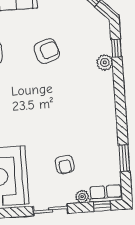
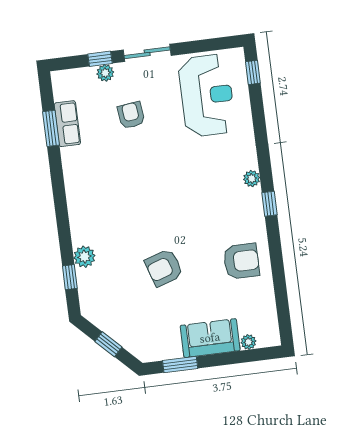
row of seats: (106, 193) -> (67, 124), moved, turned -90
window: (102, 206) -> (100, 59), moved

